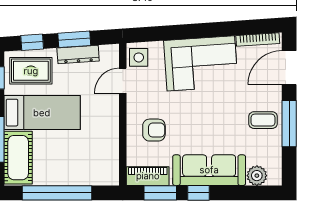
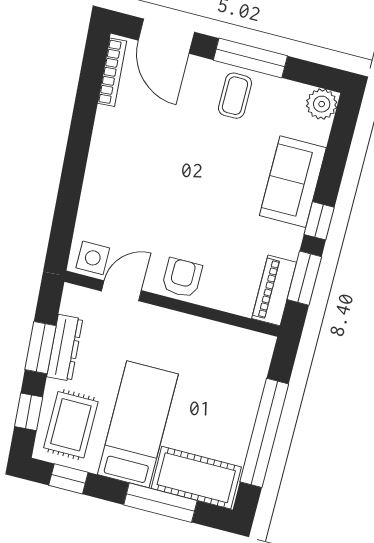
corner sofa: (201, 63) -> (126, 167), removed
door: (123, 81) -> (121, 291), swing flipped
armchair: (154, 130) -> (182, 278), moved
sofa: (209, 170) -> (293, 182), width x0.73
plant: (257, 176) -> (322, 104), moved

